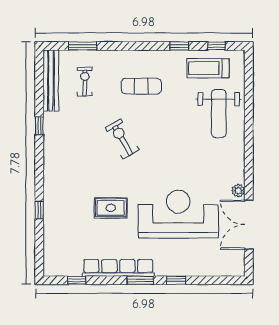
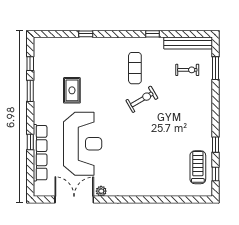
exercise mat: (141, 86) -> (135, 68), moved
weight bench: (219, 113) -> (162, 176), removed
rug: (111, 208) -> (72, 90), moved
row of seats: (118, 268) -> (40, 153), moved
window: (140, 280) -> (30, 91), moved

